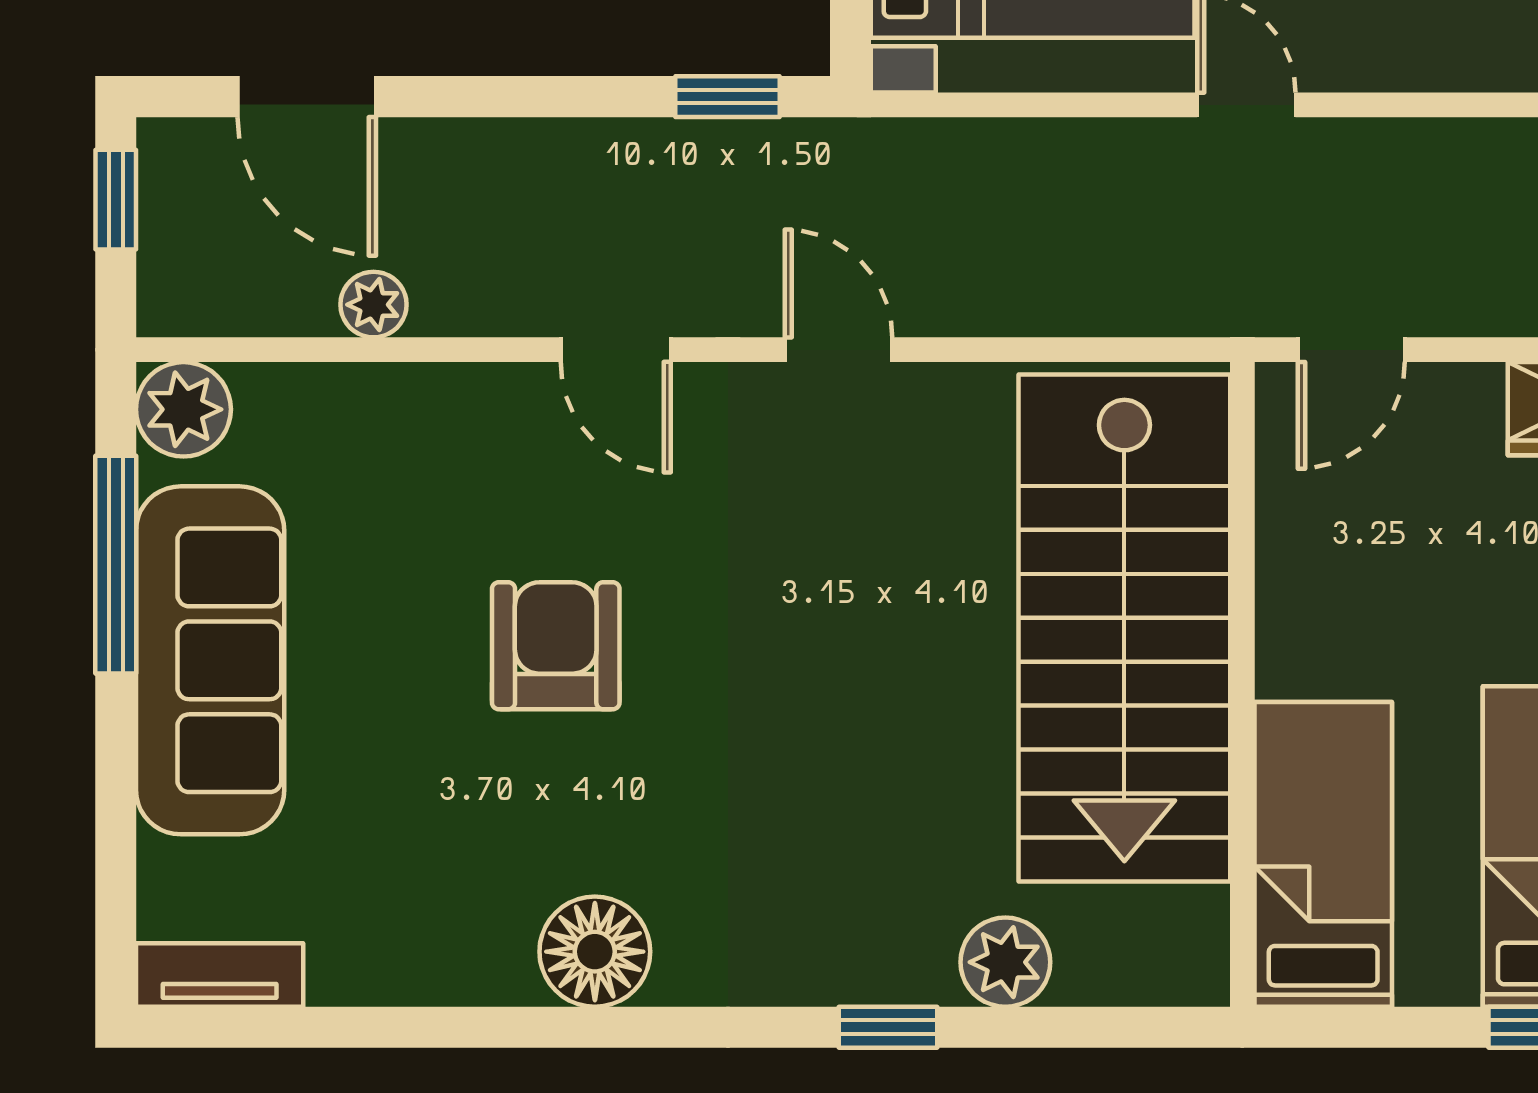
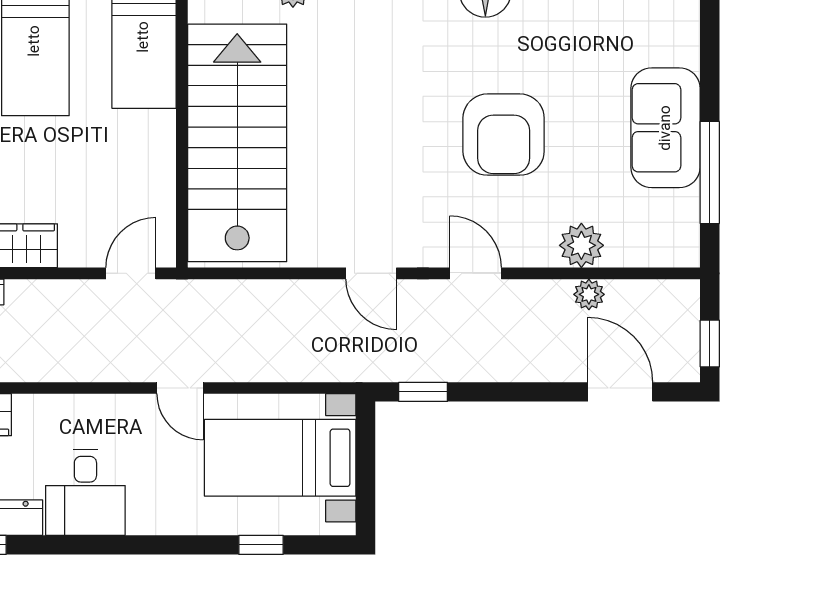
plant: (183, 409) -> (581, 245), moved
armchair: (556, 646) -> (504, 135), width x1.36, depth x1.36
sofa: (210, 660) -> (666, 128), width x0.73

